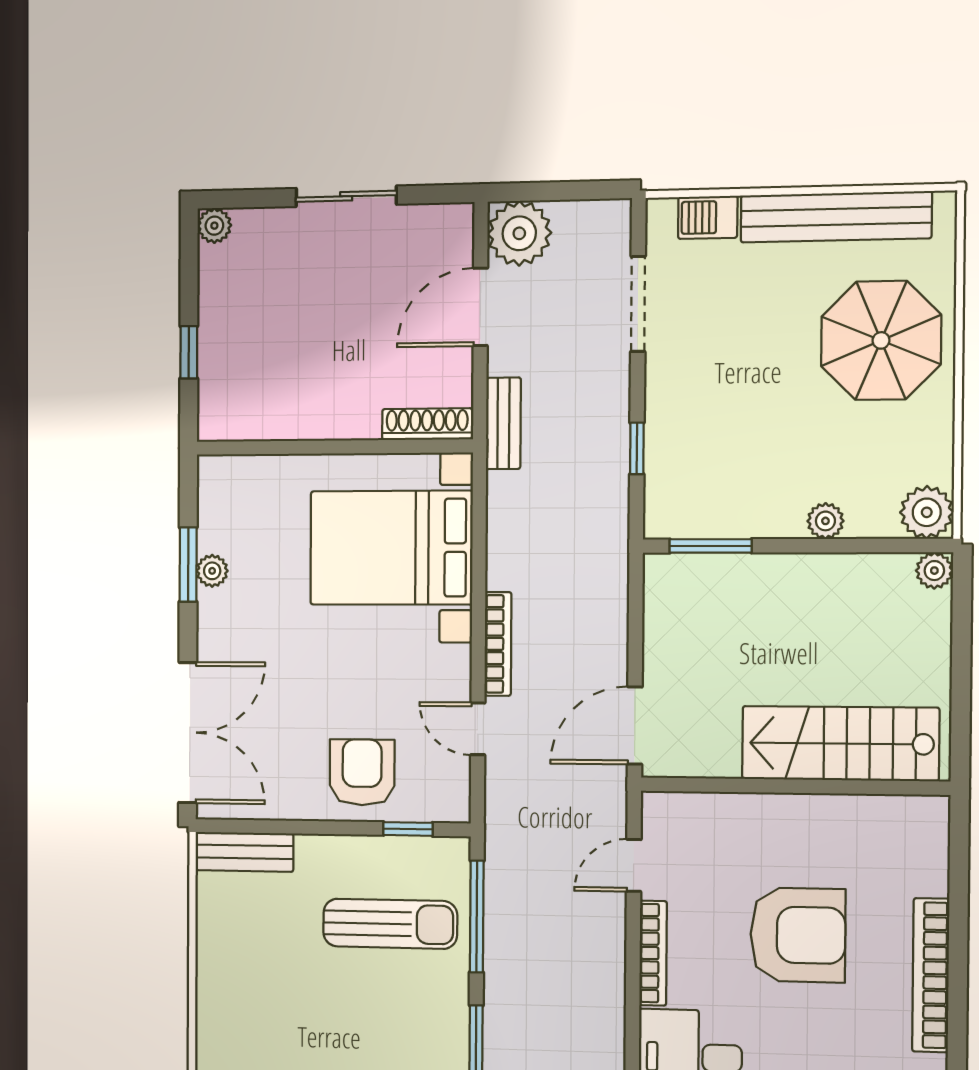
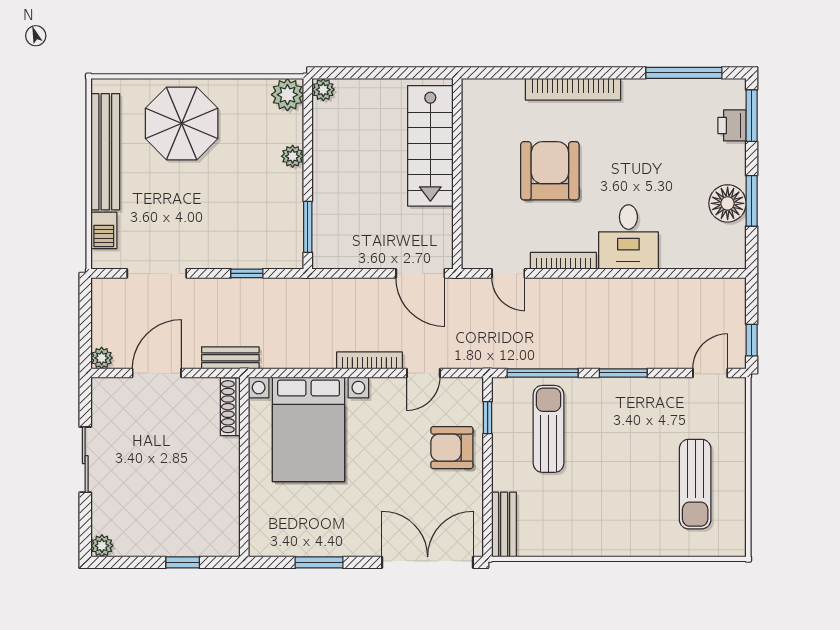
plant: (519, 233) -> (102, 358), width x0.53, depth x0.53
door: (480, 307) -> (157, 373), swing flipped
plant: (212, 571) -> (323, 546), removed

